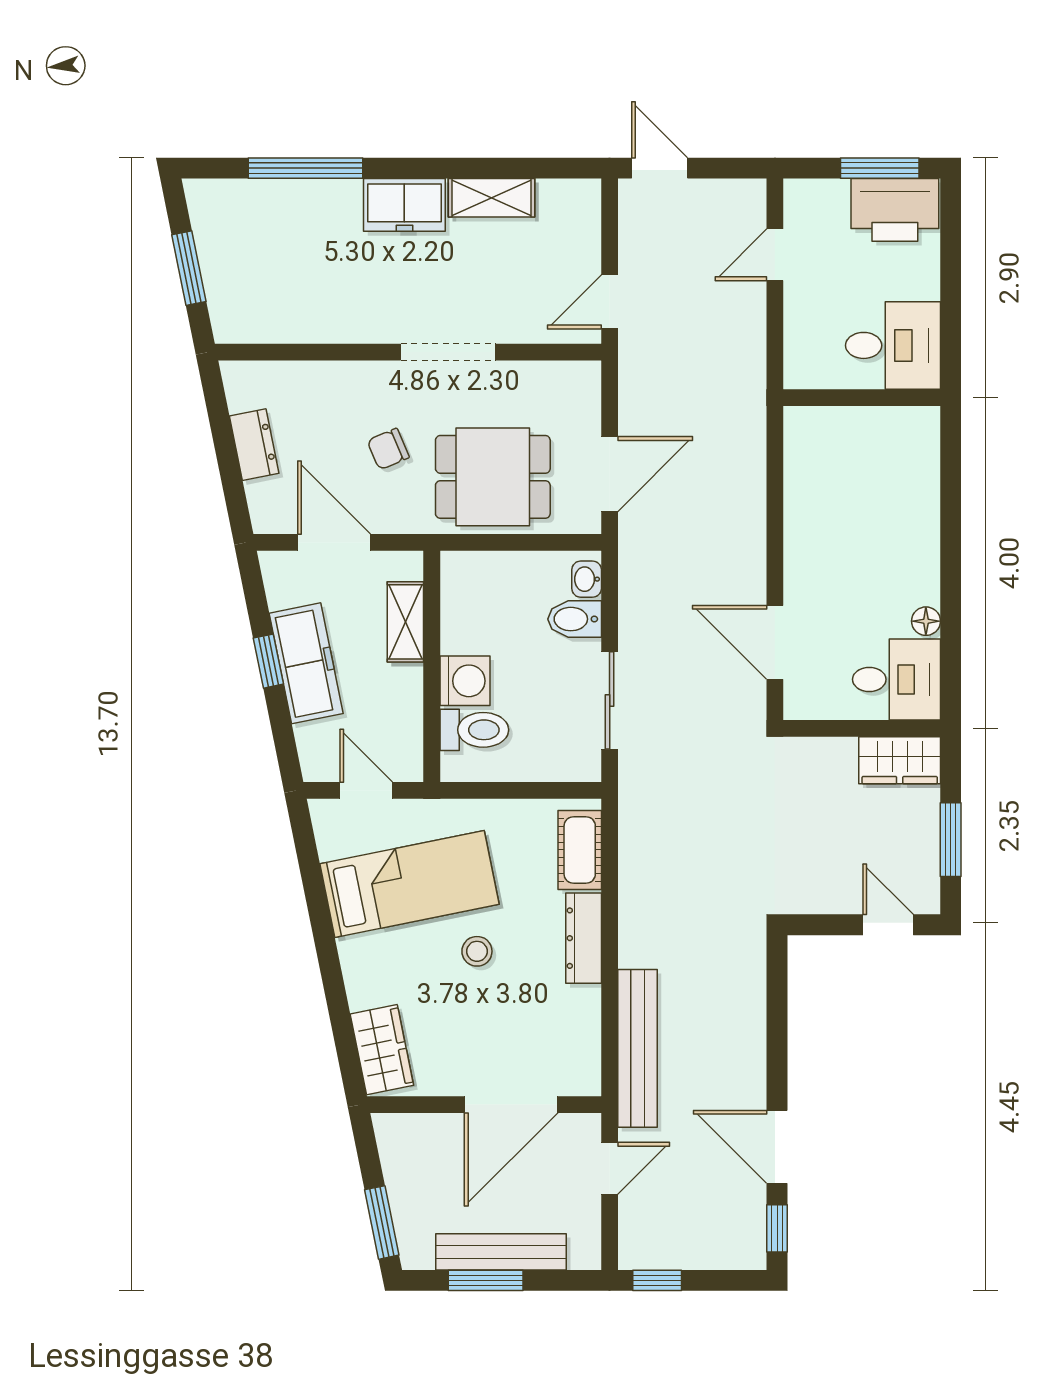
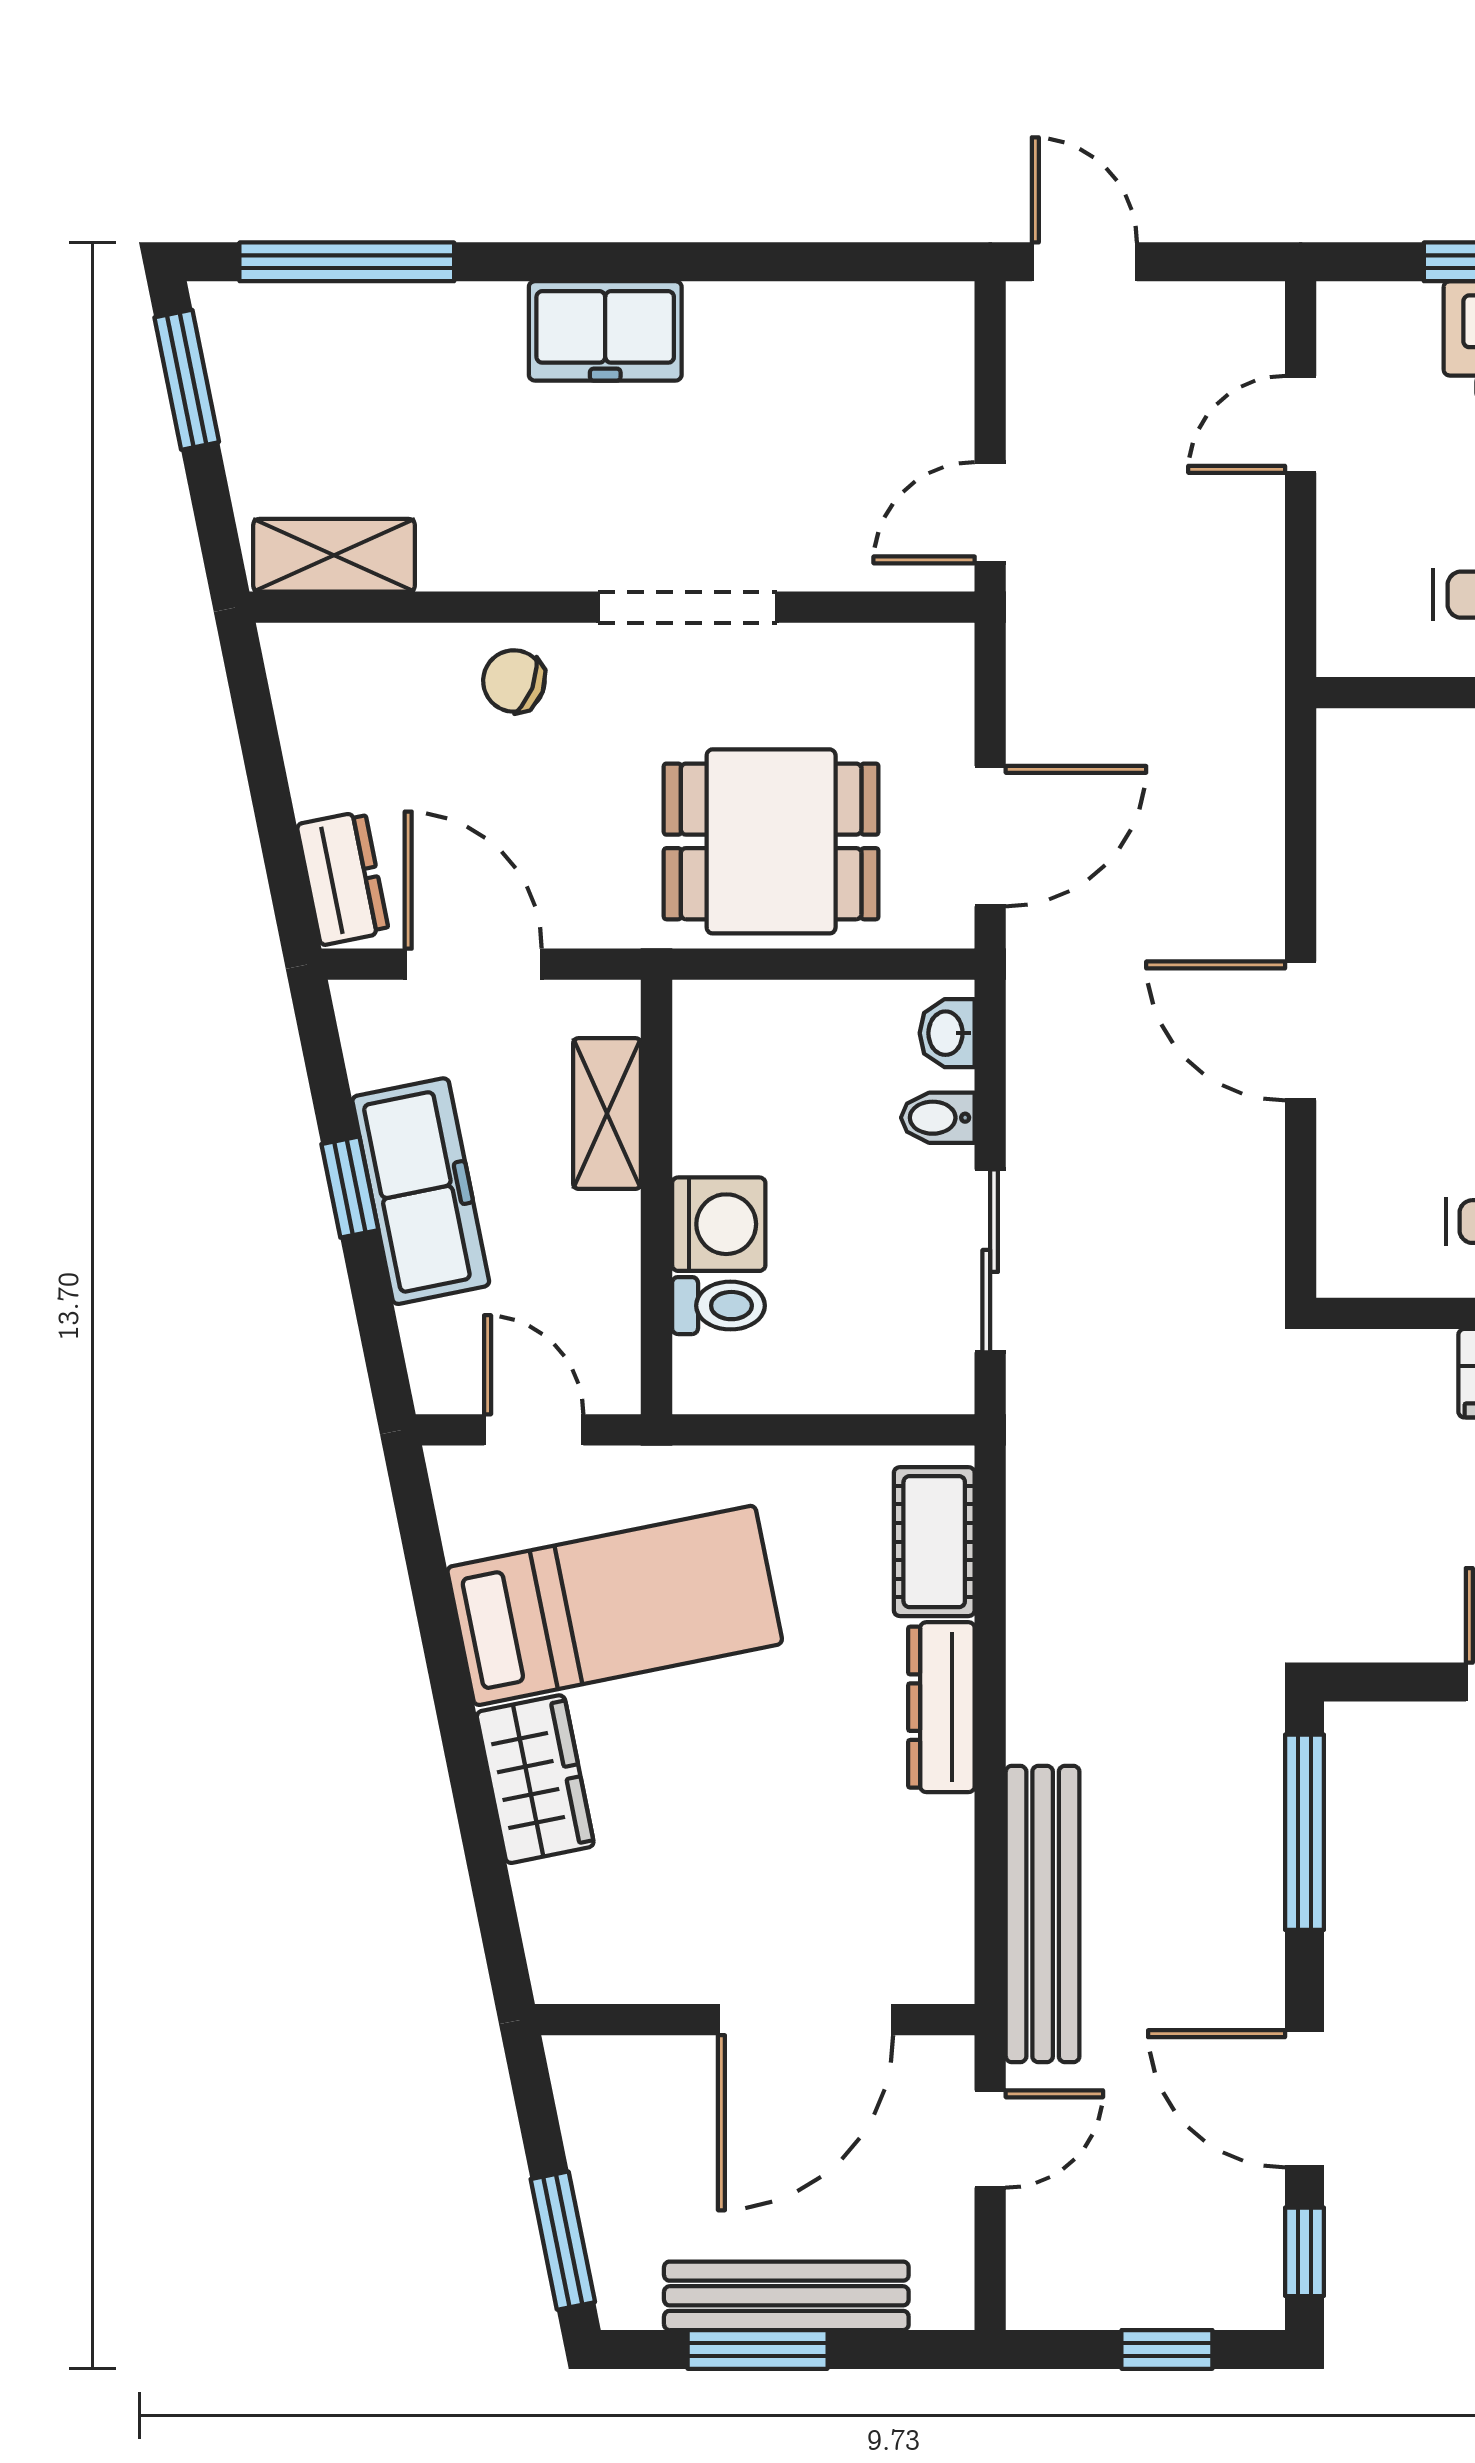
window: (306, 168) -> (347, 262), moved
shelving: (491, 198) -> (334, 555), moved
window: (189, 268) -> (187, 380), moved
dresser: (254, 445) -> (343, 878), moved
chair: (388, 449) -> (514, 681), moved, turned 44
bidet: (575, 619) -> (938, 1118), width x0.72, depth x0.74
door: (775, 642) -> (1301, 1031), moved
toilet: (474, 730) -> (718, 1306), width x0.73, depth x0.72
stool: (477, 951) -> (741, 1732), removed
window: (777, 1005) -> (1305, 1832), added
wardrobe: (382, 1050) -> (535, 1779), moved
window: (657, 1280) -> (1167, 2349), moved

